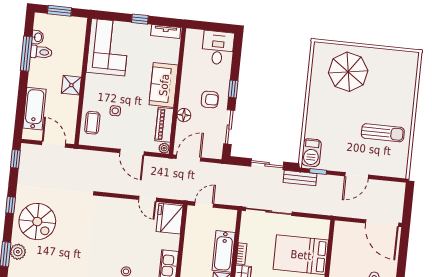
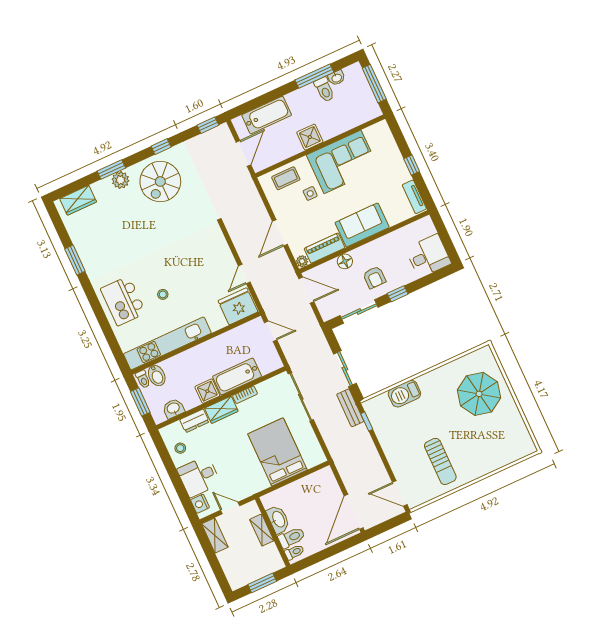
window: (59, 11) -> (374, 84), width x1.44
corner sofa: (108, 47) -> (343, 162), moved
barbecue: (311, 153) -> (404, 394), moved
door: (357, 176) -> (400, 493), moved

